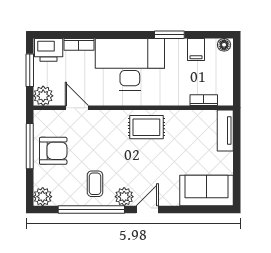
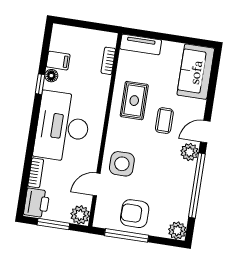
window: (169, 35) -> (40, 84), width x0.67
floor lamp: (224, 45) -> (51, 76), moved
rug: (146, 127) -> (134, 101), moved
side table: (102, 130) -> (122, 164), added
armchair: (53, 151) -> (135, 214), turned -90
coffee table: (95, 184) -> (164, 121), moved, turned 90
door: (147, 209) -> (205, 132), hinge flipped

